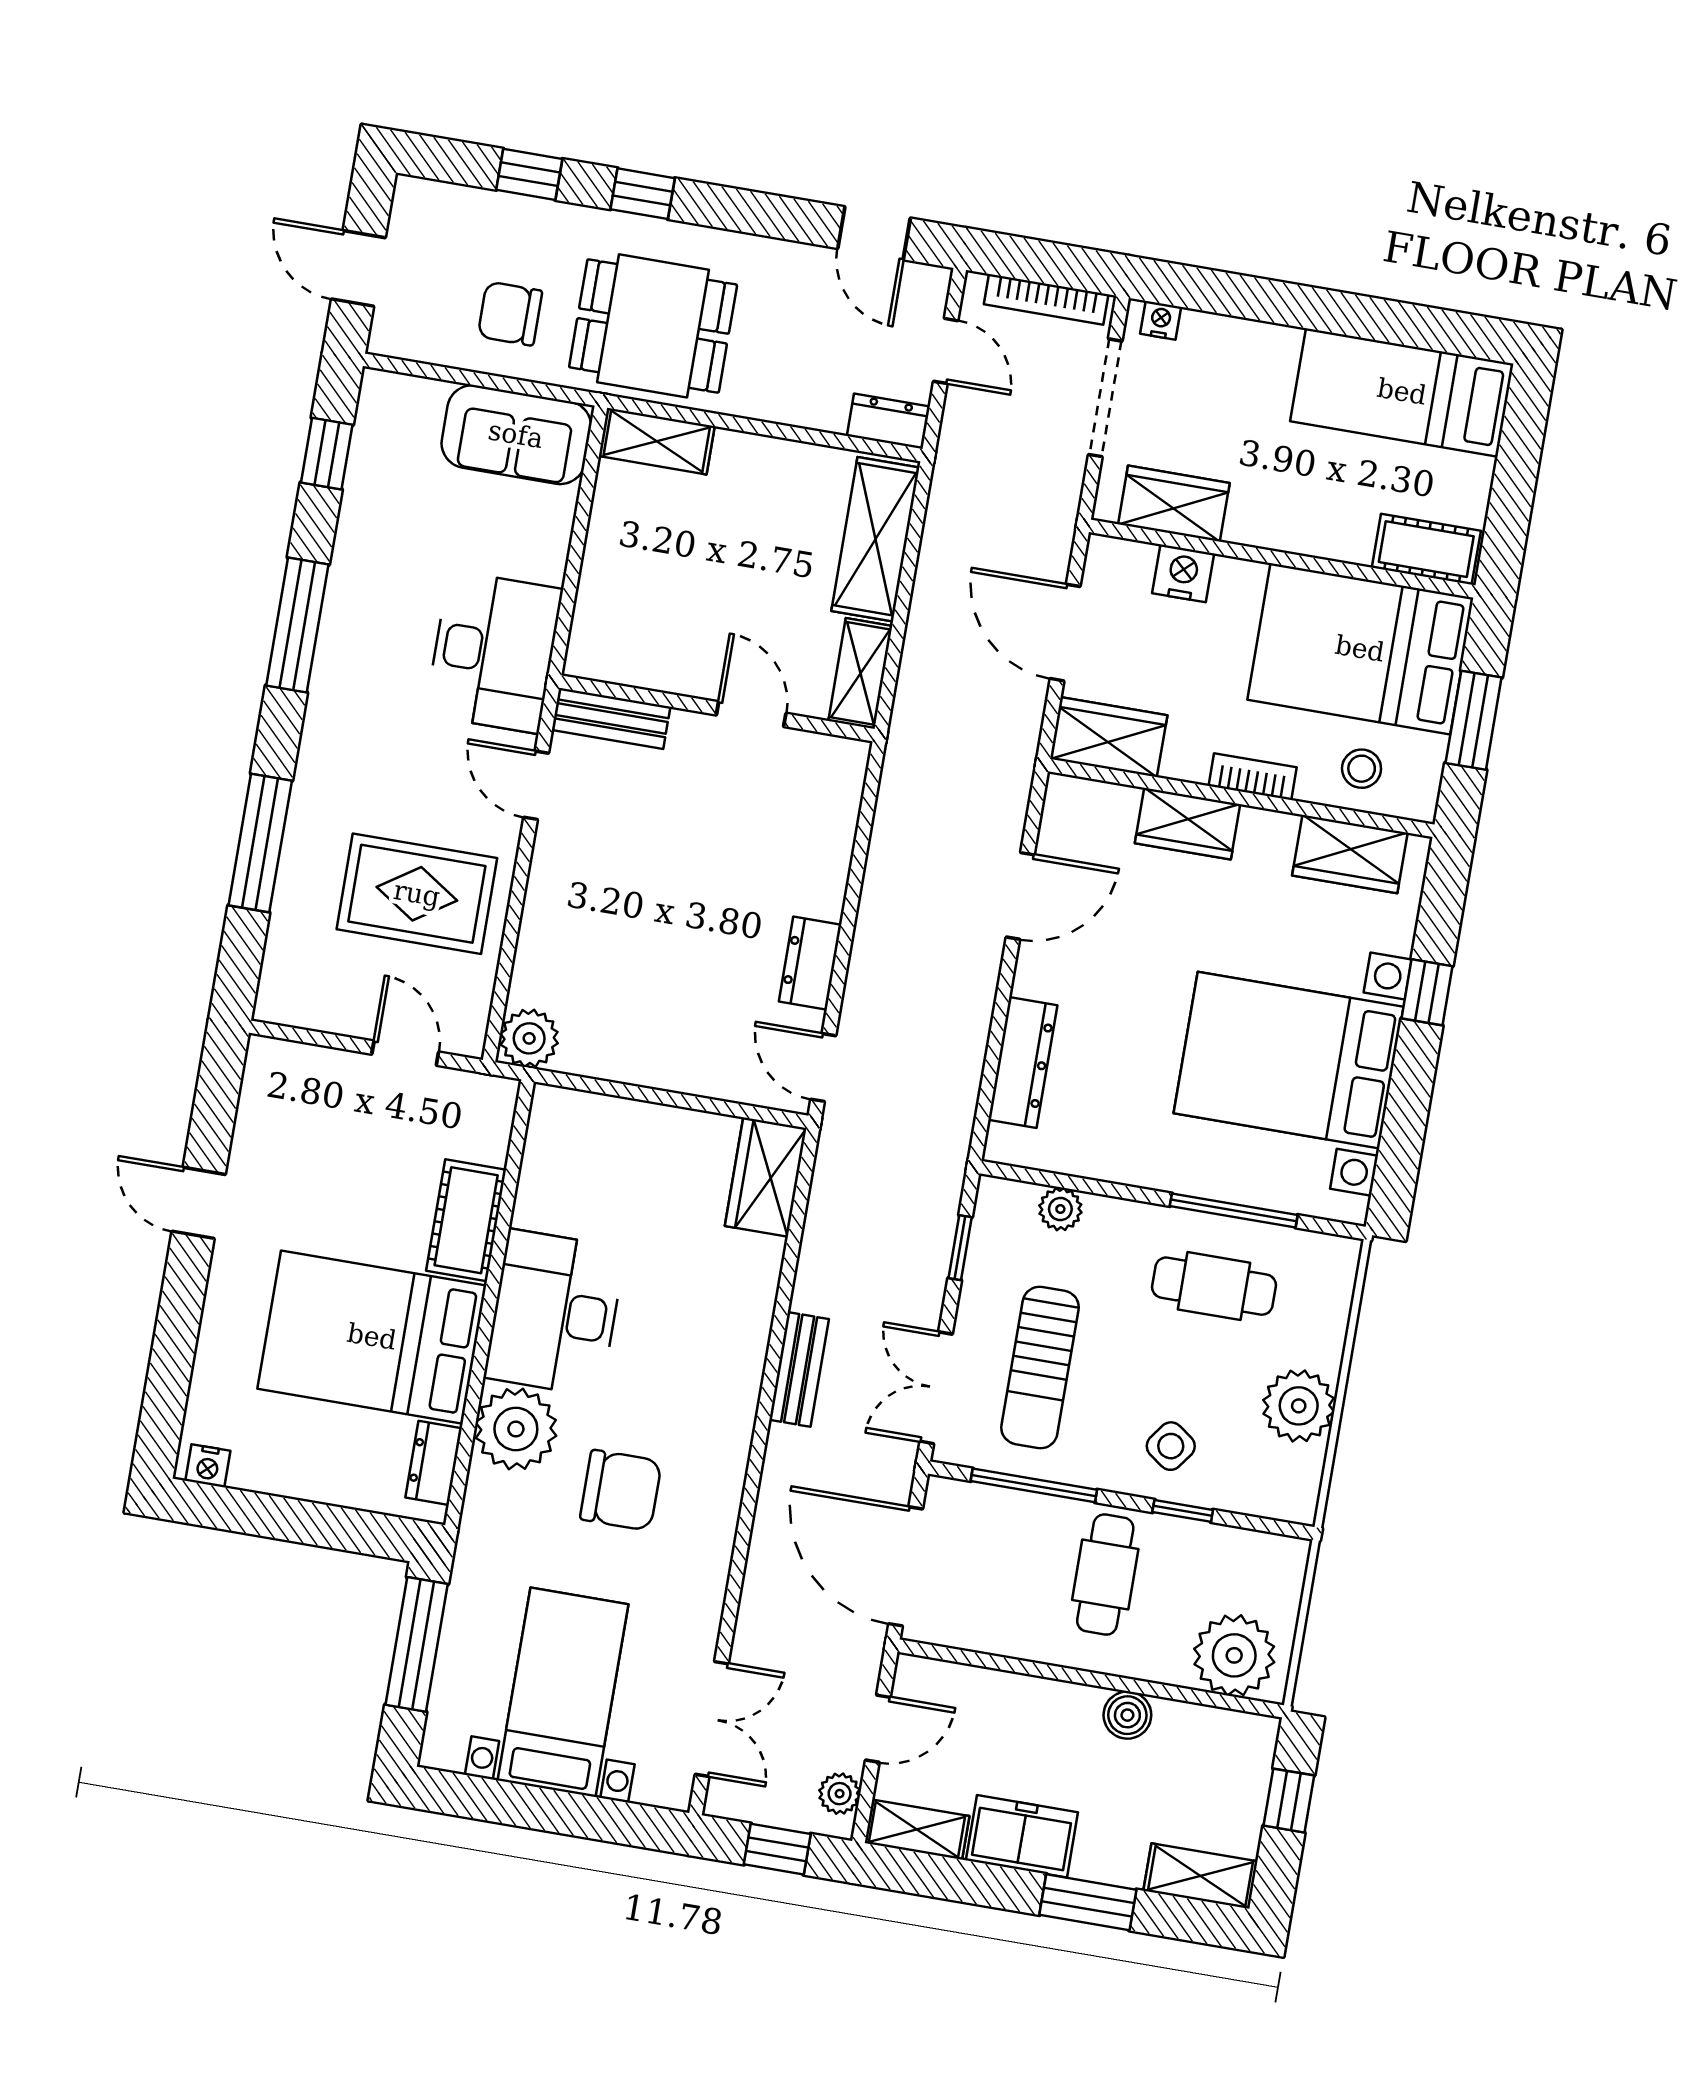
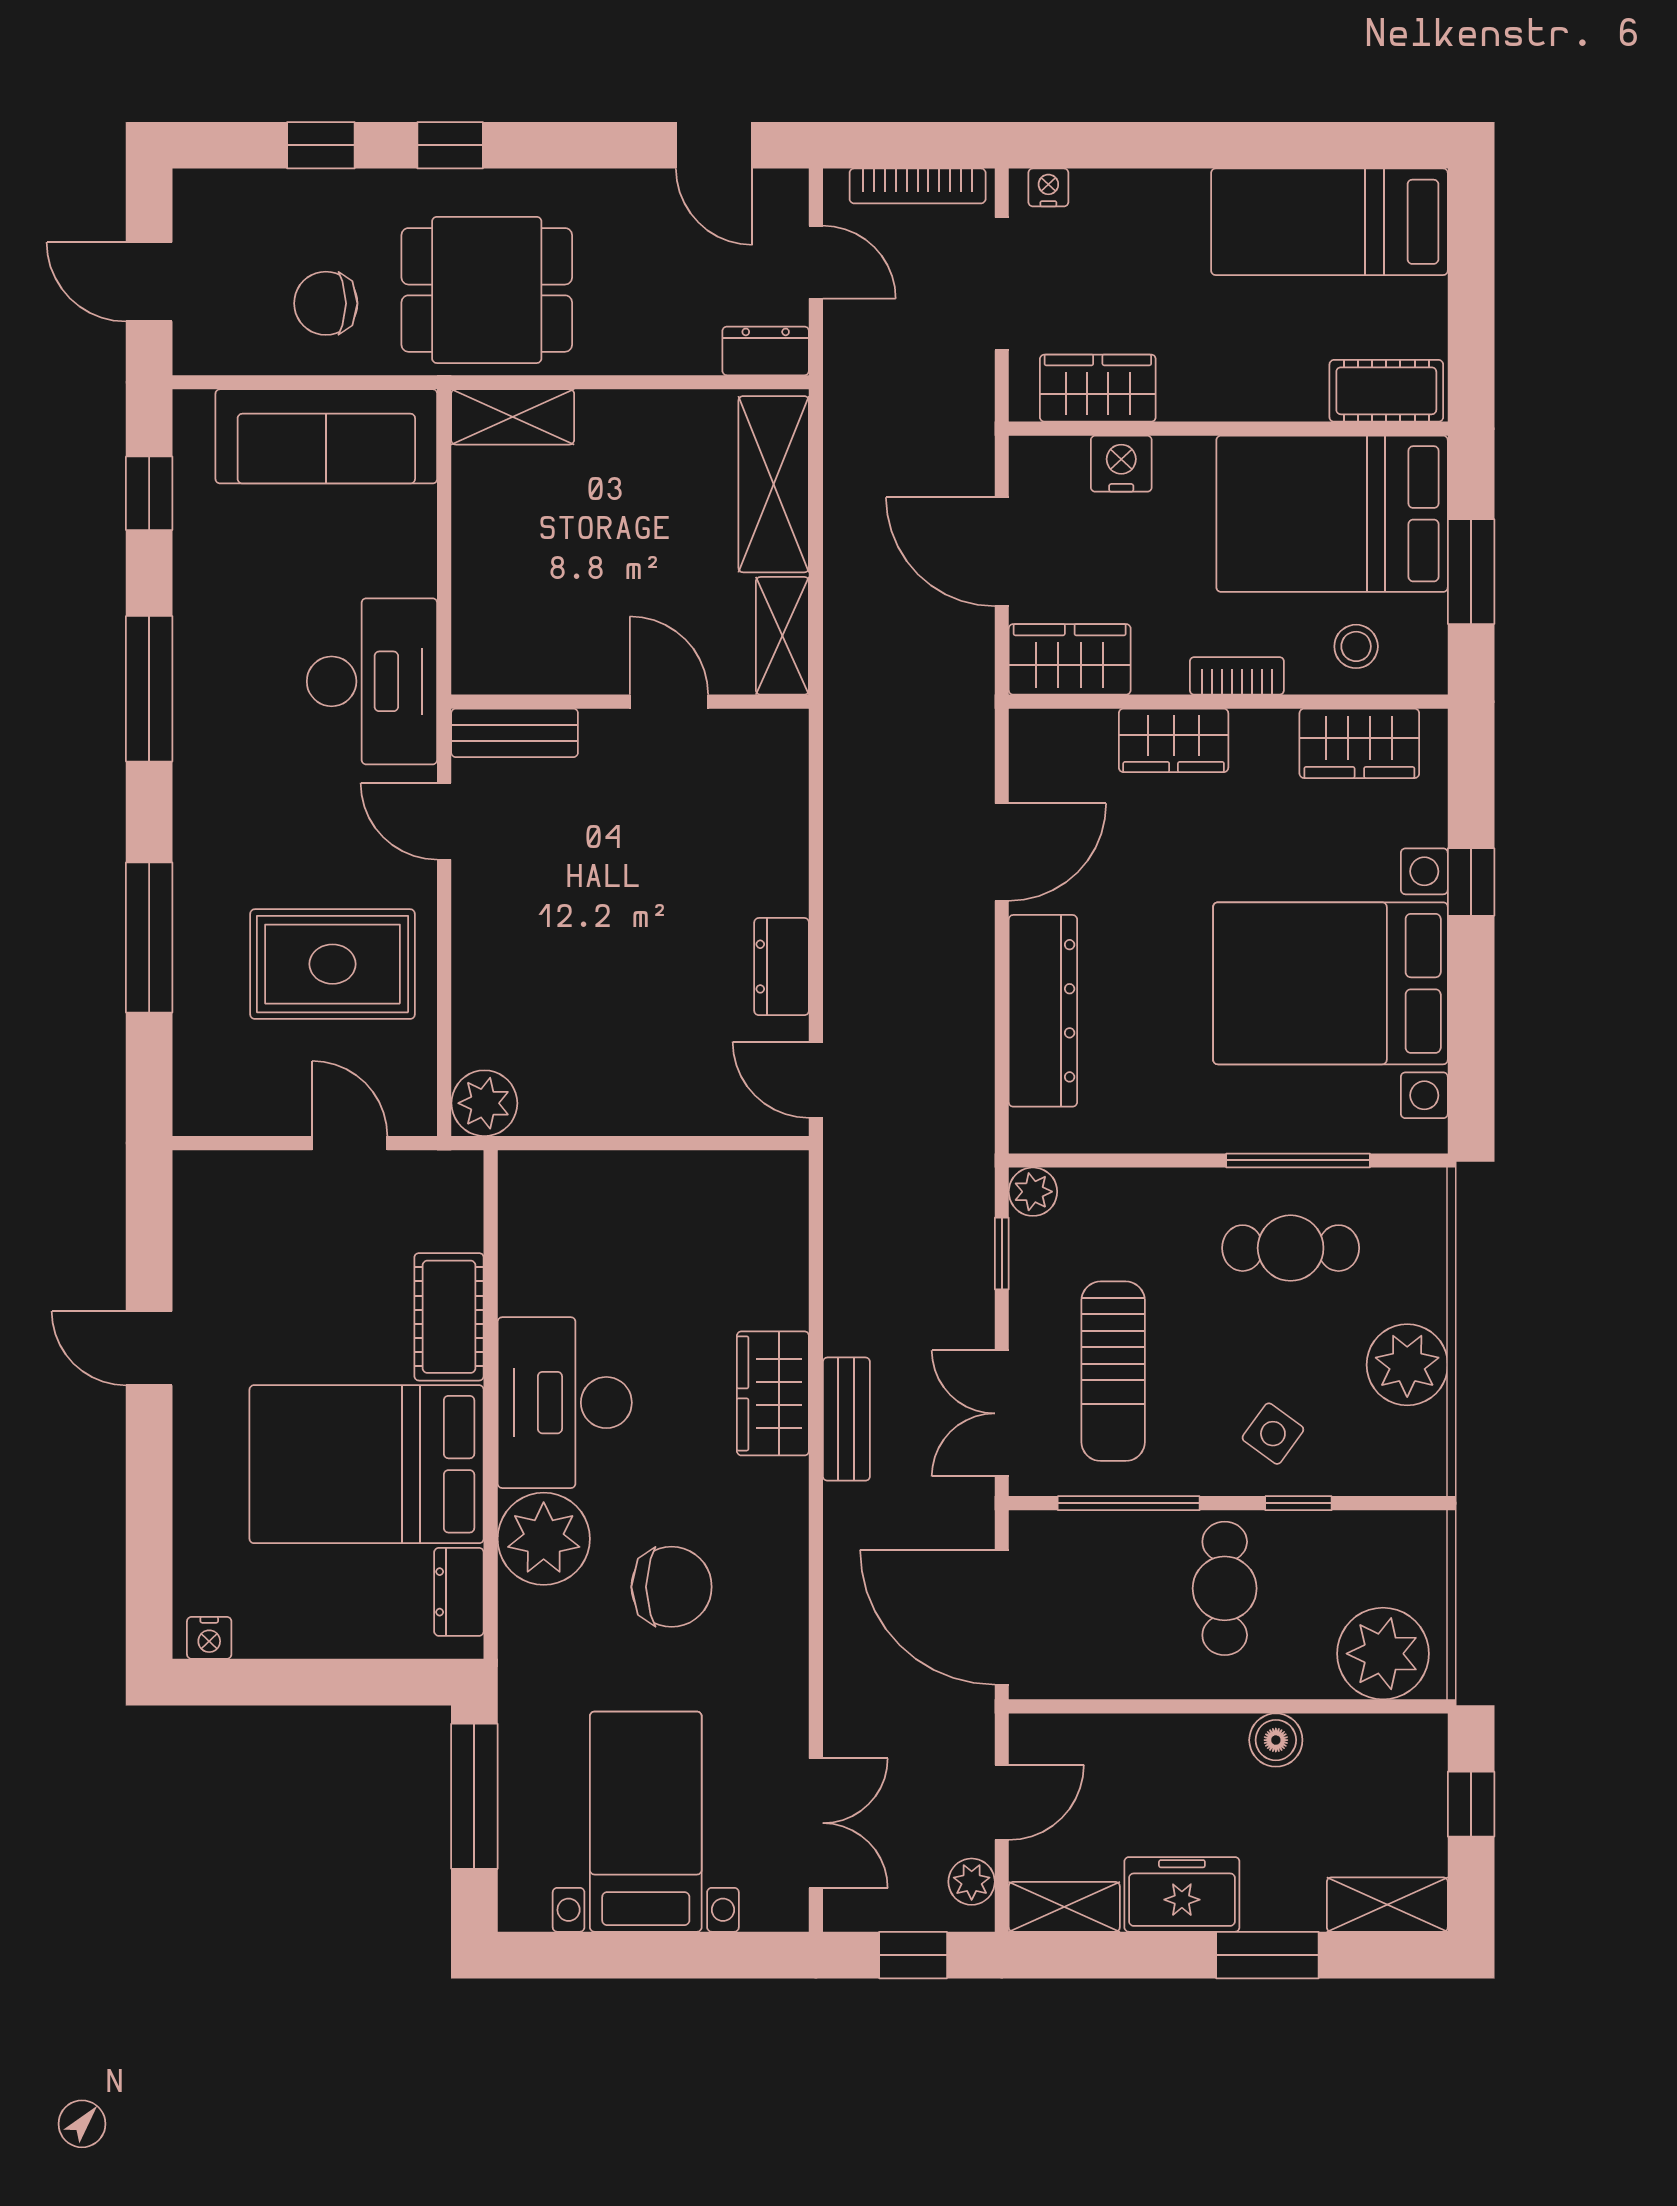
sofa: (516, 435) -> (326, 436), width x1.36
dresser: (1023, 1063) -> (1043, 1011), width x1.37, depth x1.24
wardrobe: (766, 1177) -> (773, 1393), moved
plant: (1060, 1209) -> (1033, 1192), moved

